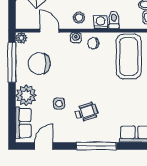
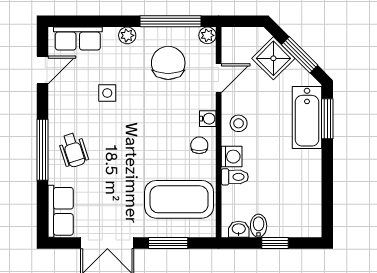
plant: (26, 95) -> (127, 35), width x0.53, depth x0.53
wheelchair: (86, 112) -> (73, 150), moved
door: (44, 146) -> (43, 70), hinge flipped

